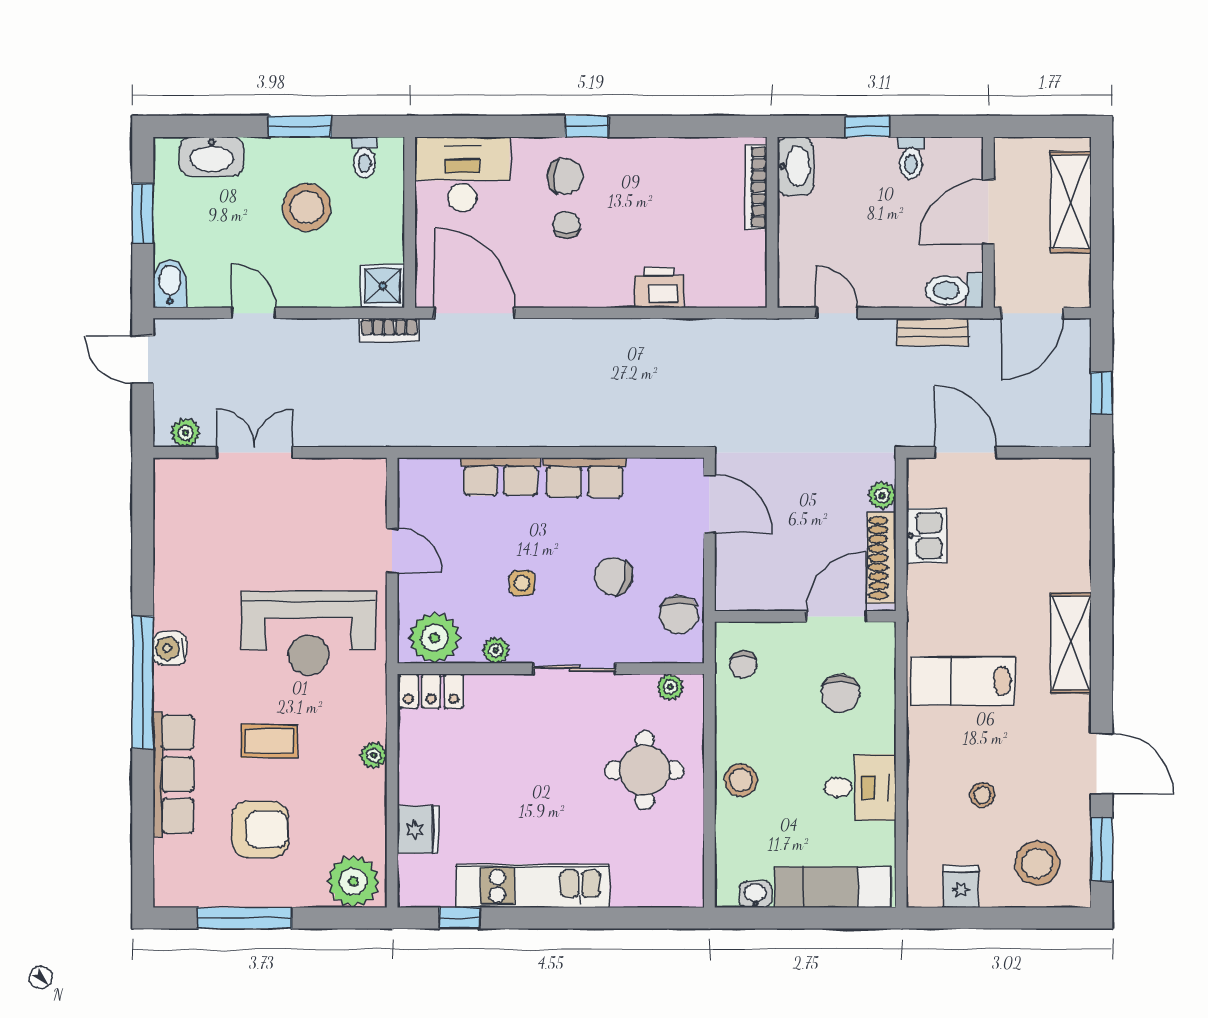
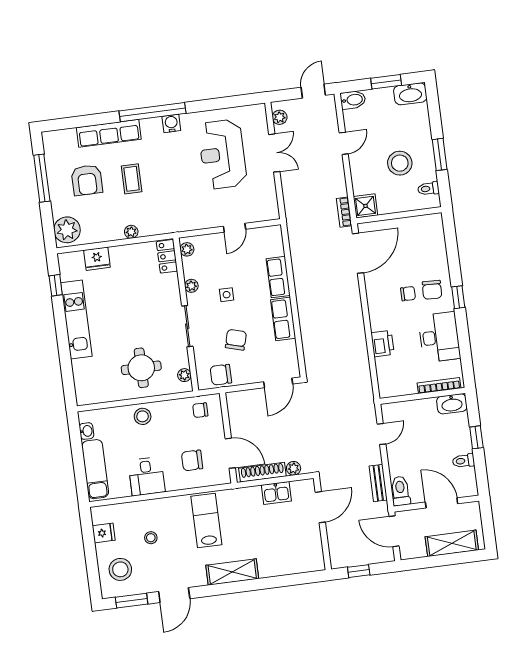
washbasin: (212, 156) -> (410, 94), moved, turned -90
desk: (462, 174) -> (439, 337), moved
reception desk: (308, 633) -> (222, 154), moved
plant: (435, 638) -> (187, 249), width x0.53, depth x0.53

